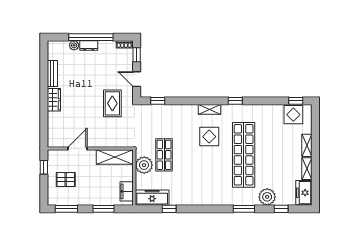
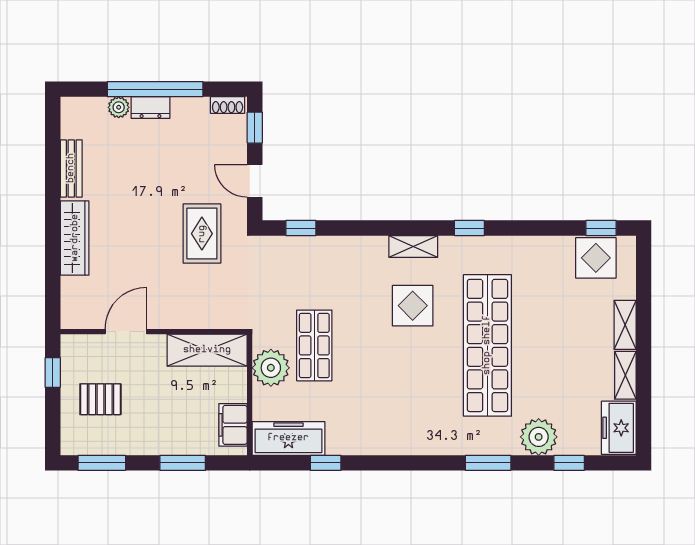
wardrobe: (54, 100) -> (75, 238), width x1.50

